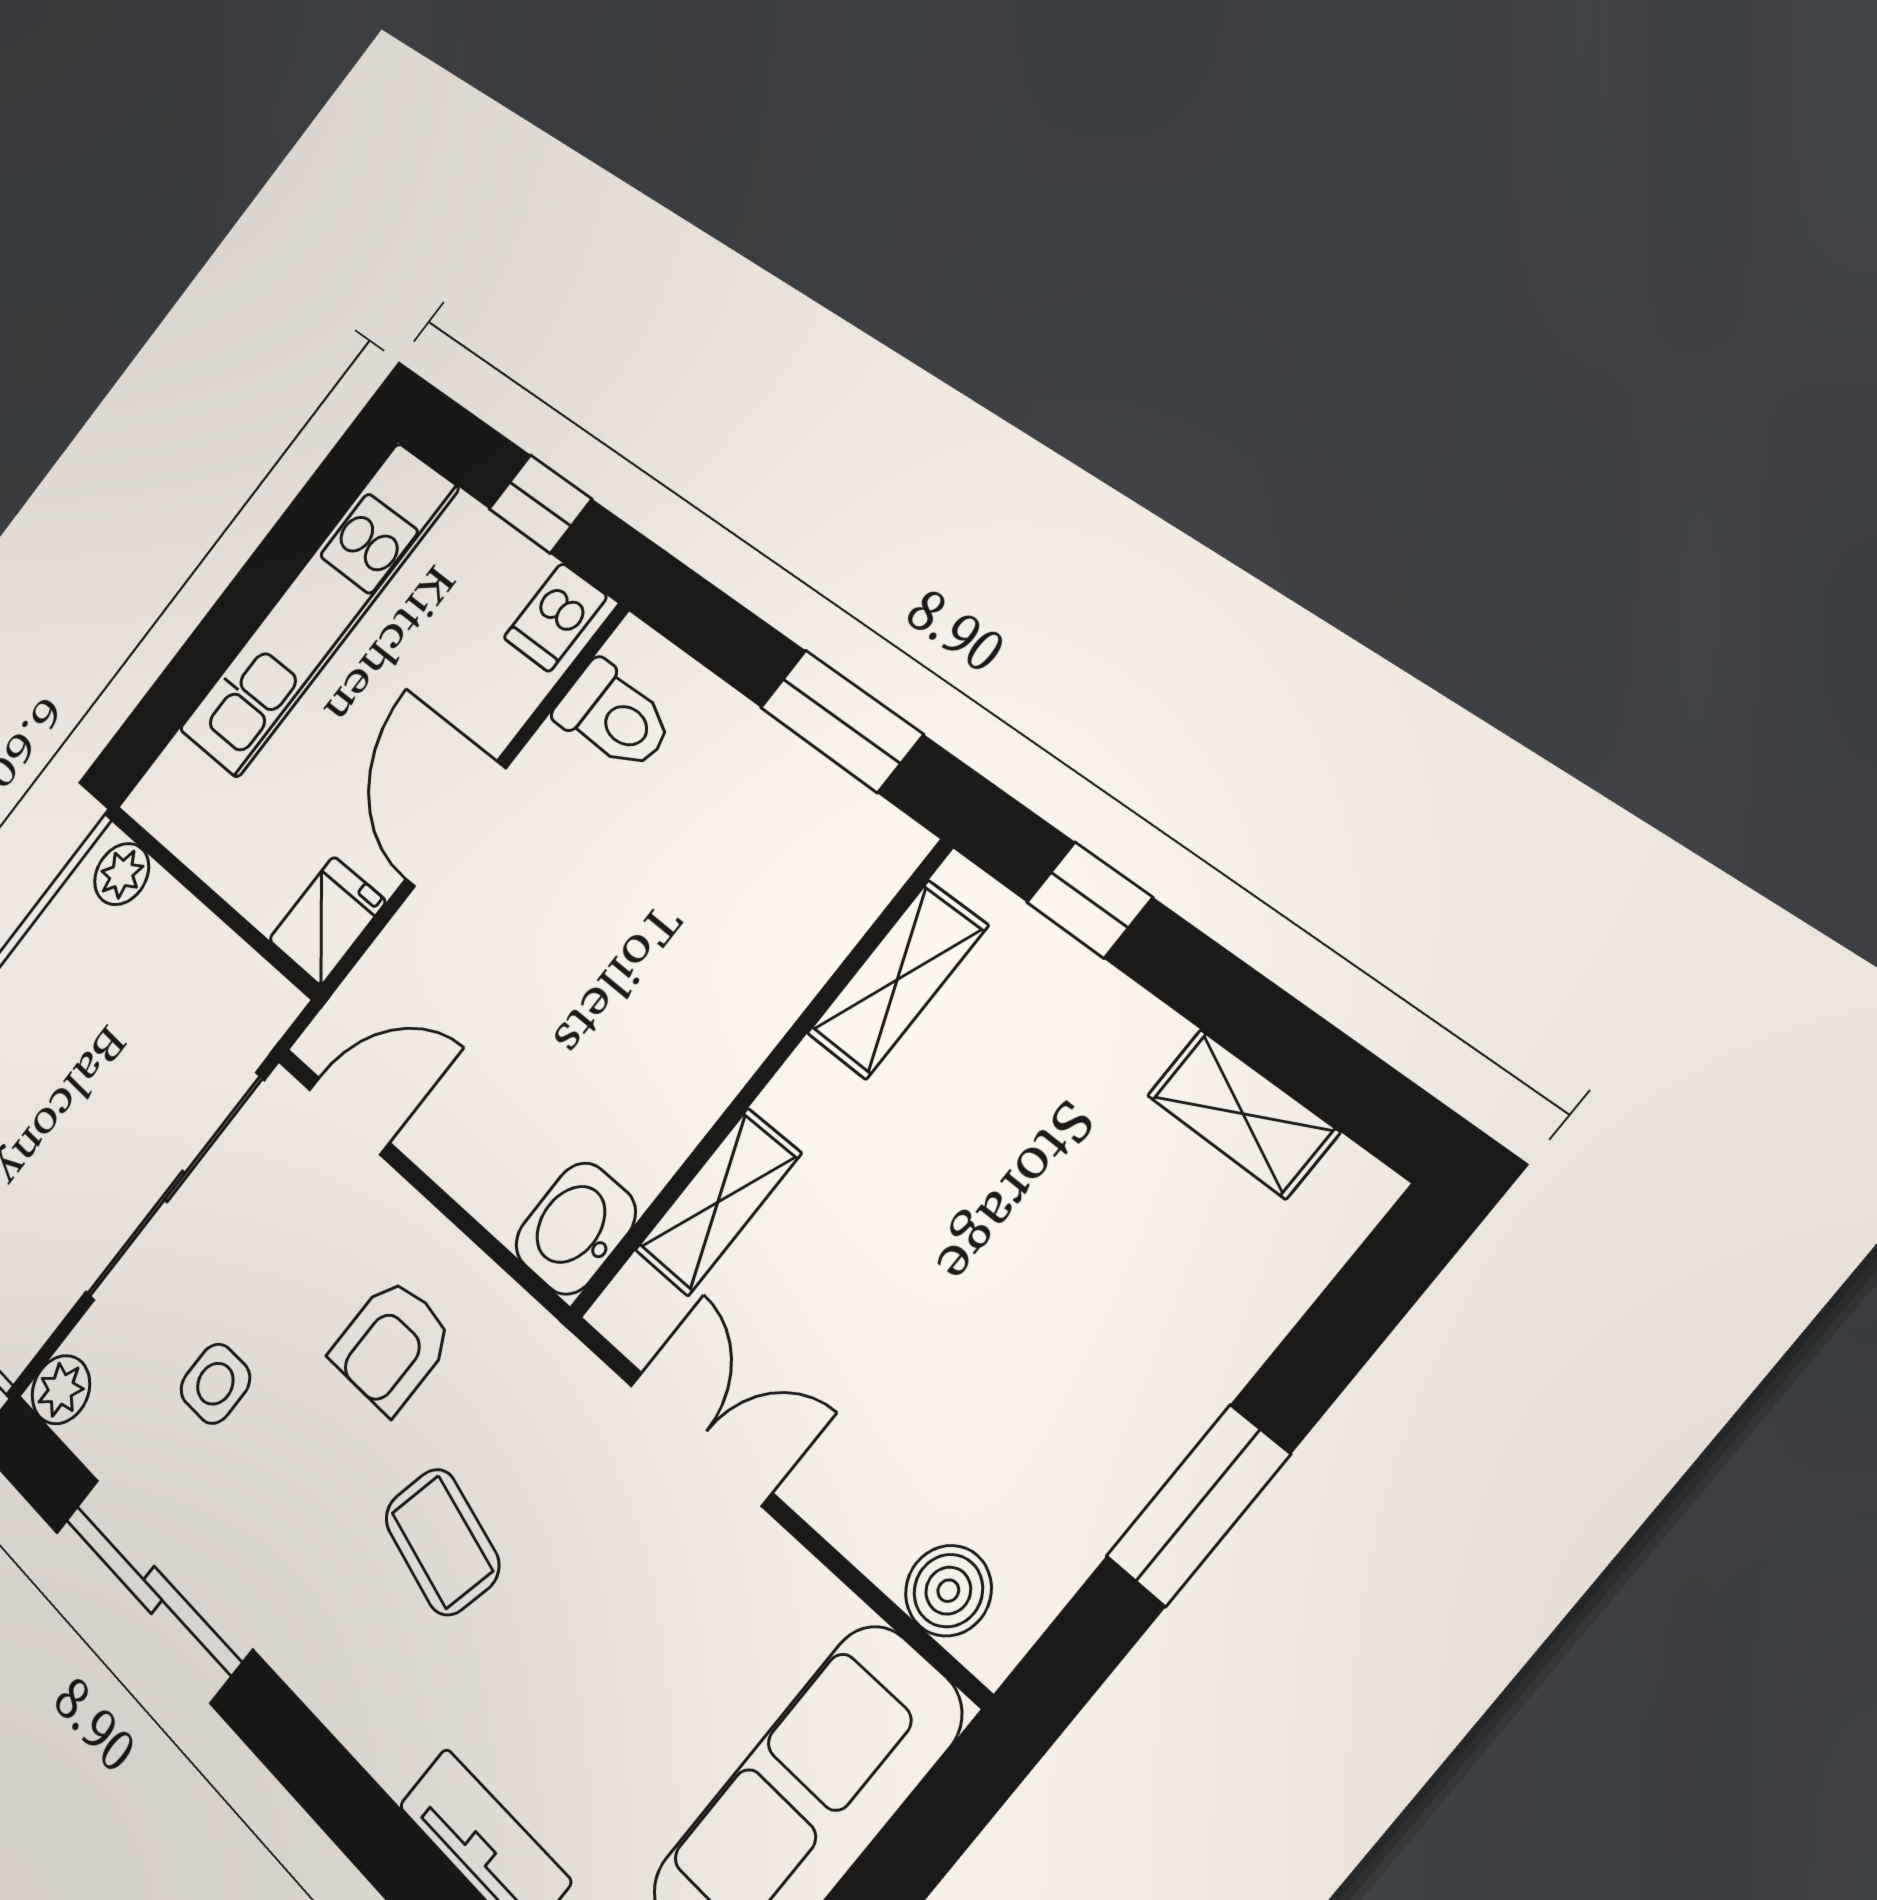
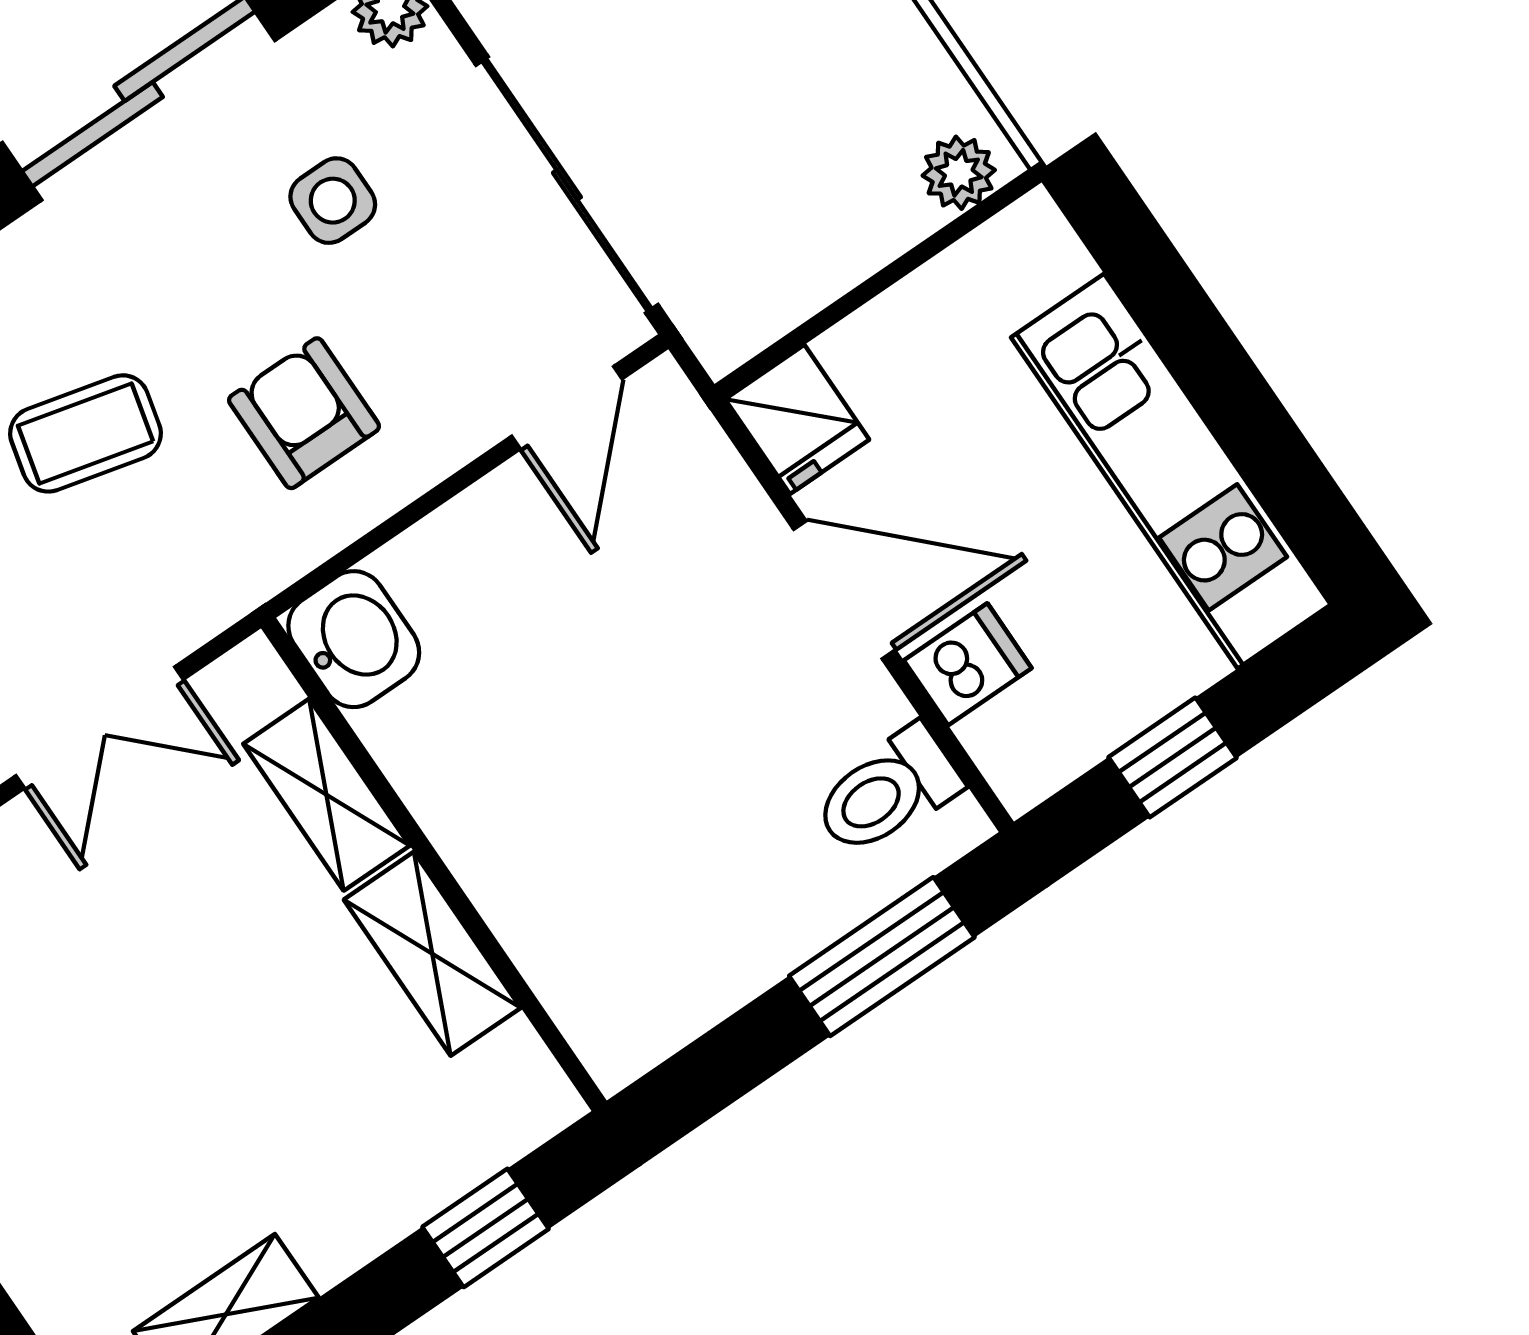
dishwasher: (555, 617) -> (968, 664), moved, turned 90
window: (841, 721) -> (882, 957), moved
shelving: (897, 980) -> (432, 954), moved

